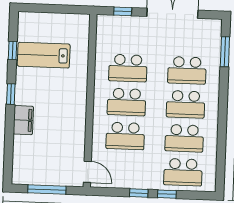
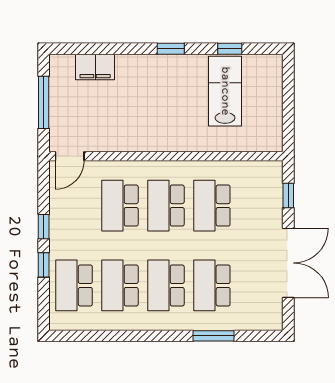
window: (225, 52) -> (214, 336), moved
filing cabinet: (23, 120) -> (95, 67), moved

